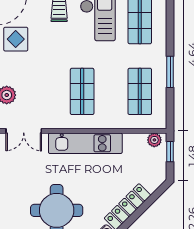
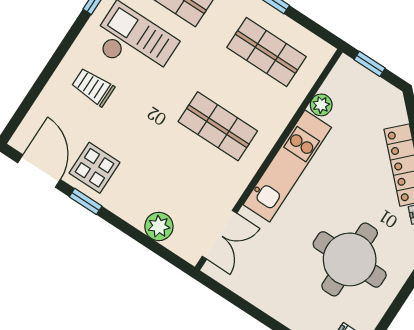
plant: (154, 140) -> (321, 105), moved

